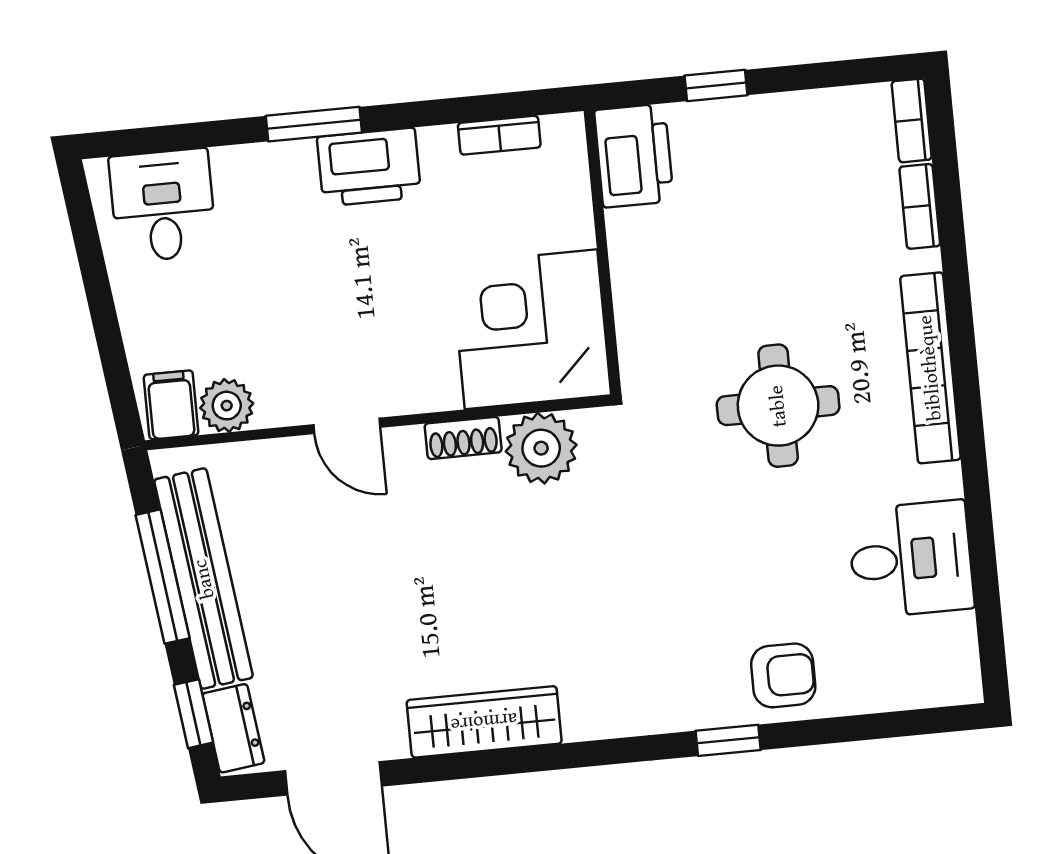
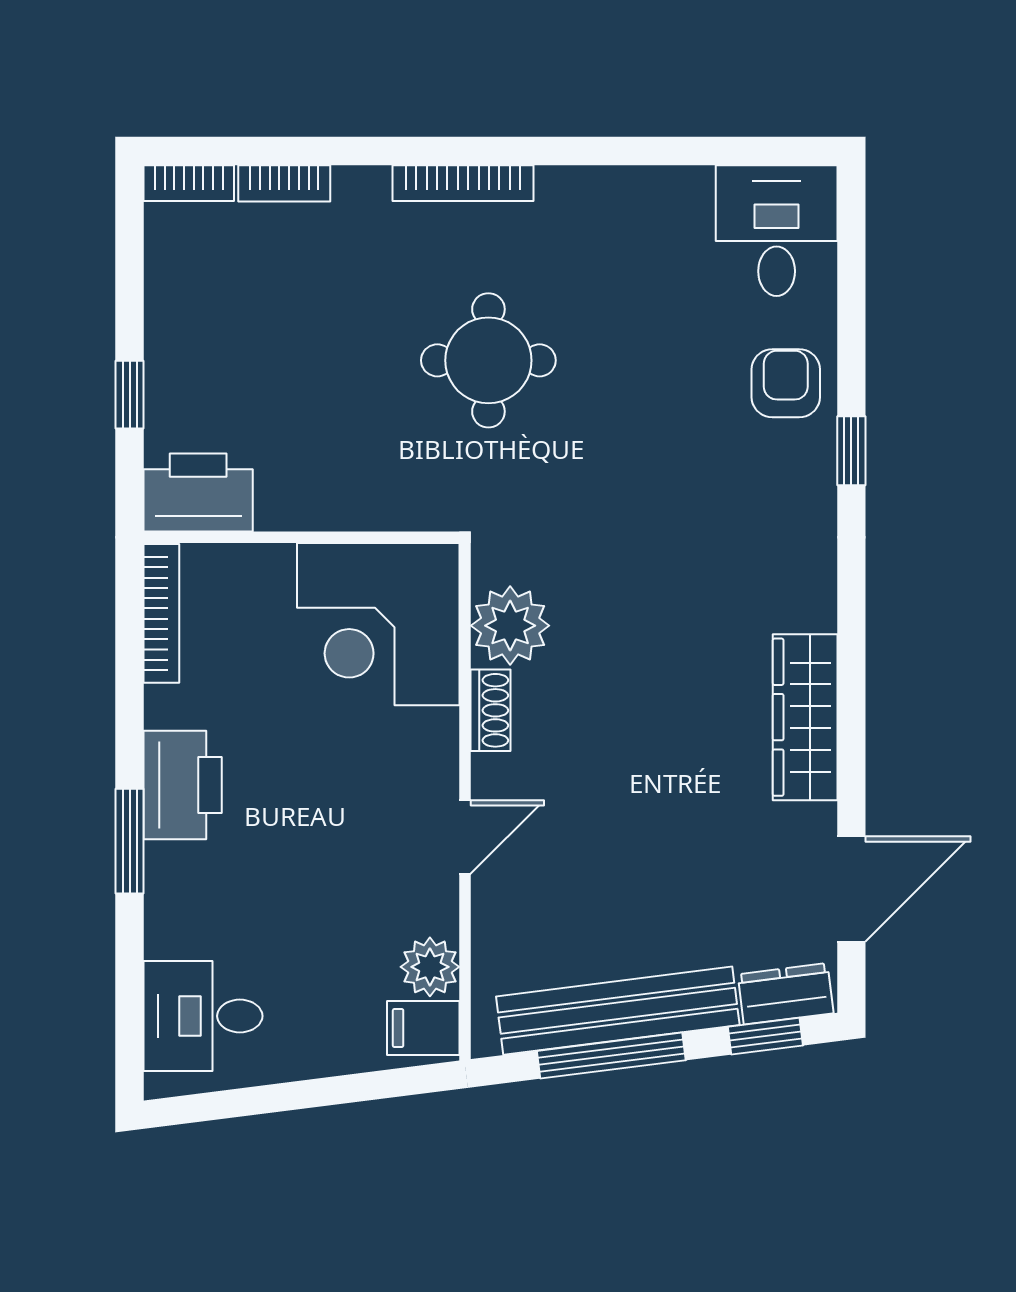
bookcase: (499, 135) -> (161, 613), width x1.56
bookcase: (930, 368) -> (463, 183), width x0.68, depth x0.76
desk: (911, 559) -> (777, 231), moved

